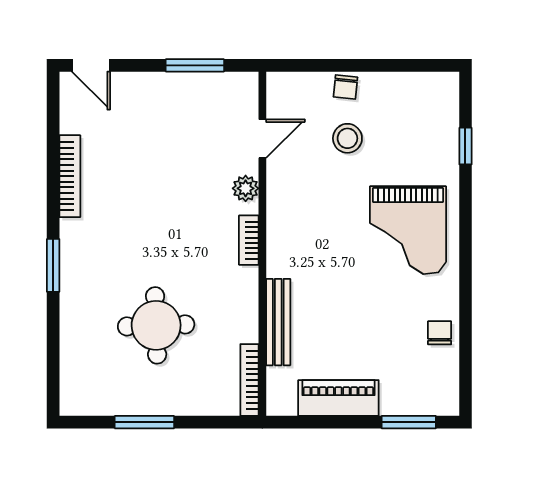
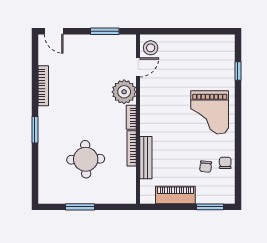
chair: (345, 87) -> (206, 167), moved
stool: (347, 138) -> (151, 48), moved
plant: (246, 188) -> (124, 92), width x1.88, depth x1.88
bookcase: (249, 380) -> (132, 148), moved

